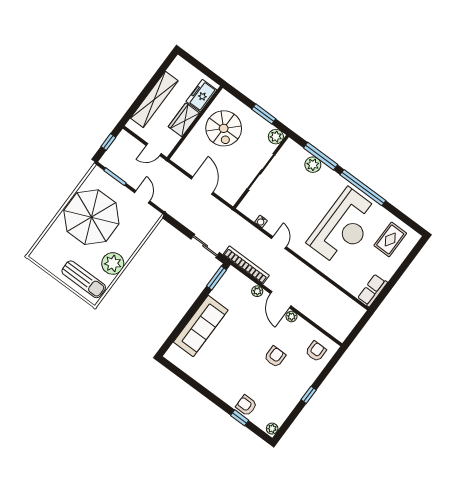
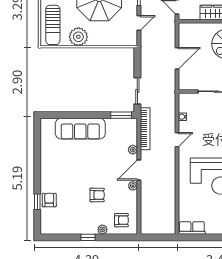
plant: (272, 429) -> (102, 230), moved

